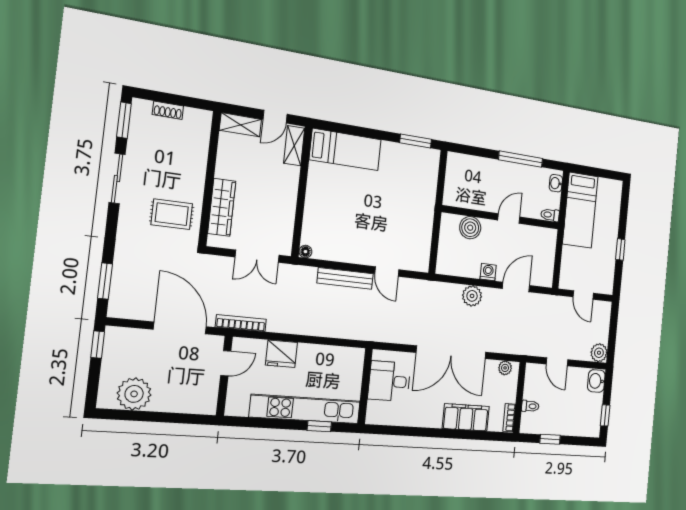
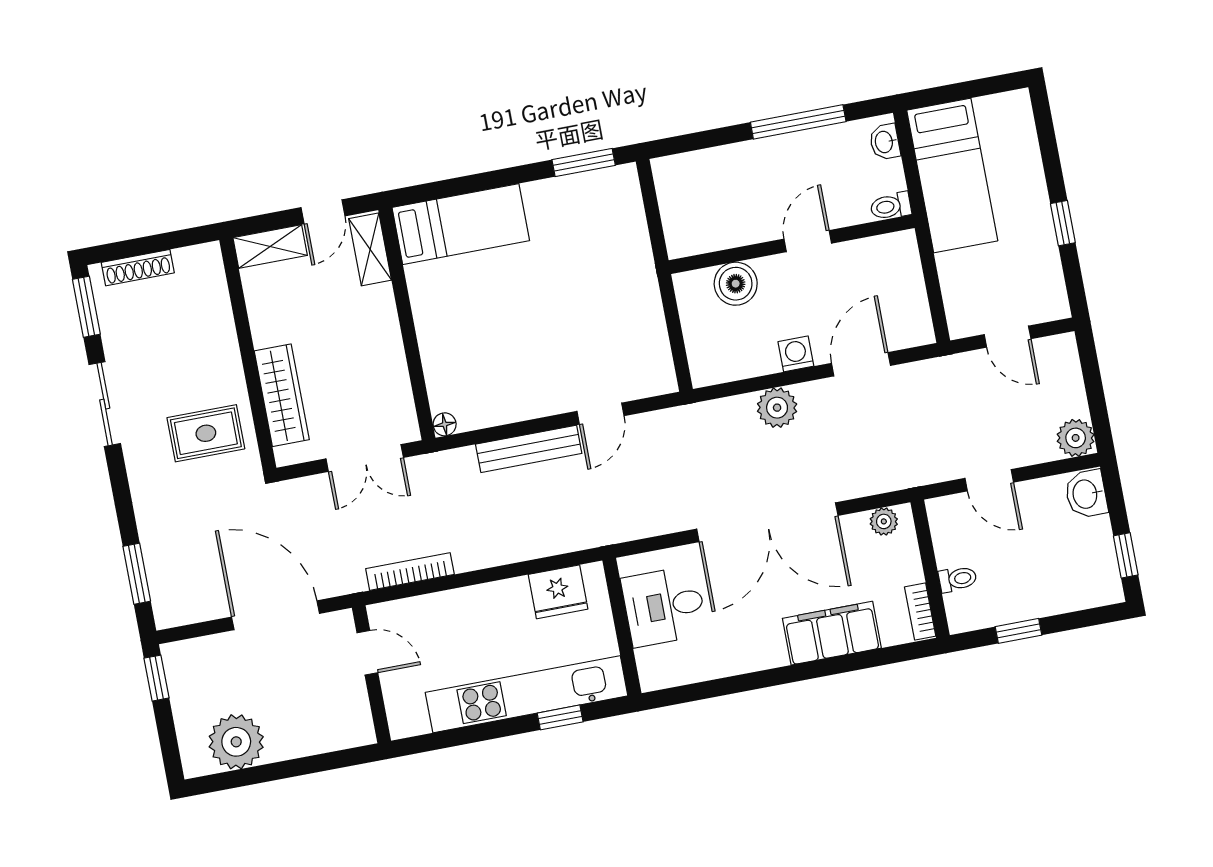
shoe rack: (168, 110) -> (138, 268), width x1.43
door: (387, 272) -> (601, 414), hinge flipped
bookcase: (241, 323) -> (410, 572), moved
fridge: (281, 354) -> (558, 592), moved
door: (226, 363) -> (367, 653), hinge flipped

